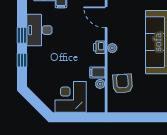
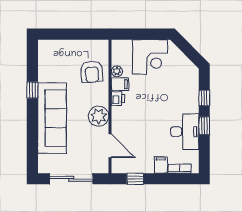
printer: (99, 47) -> (118, 99), moved
plant: (112, 48) -> (99, 116), width x1.87, depth x1.87

